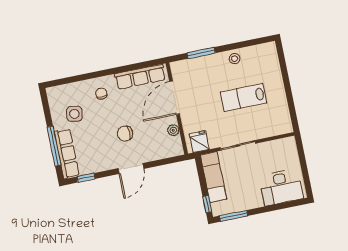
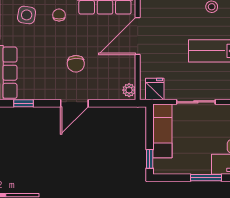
side table: (74, 114) -> (27, 15), moved
plant: (173, 130) -> (129, 90), moved
chair: (125, 133) -> (76, 64), turned -92
window: (234, 216) -> (206, 178), moved

